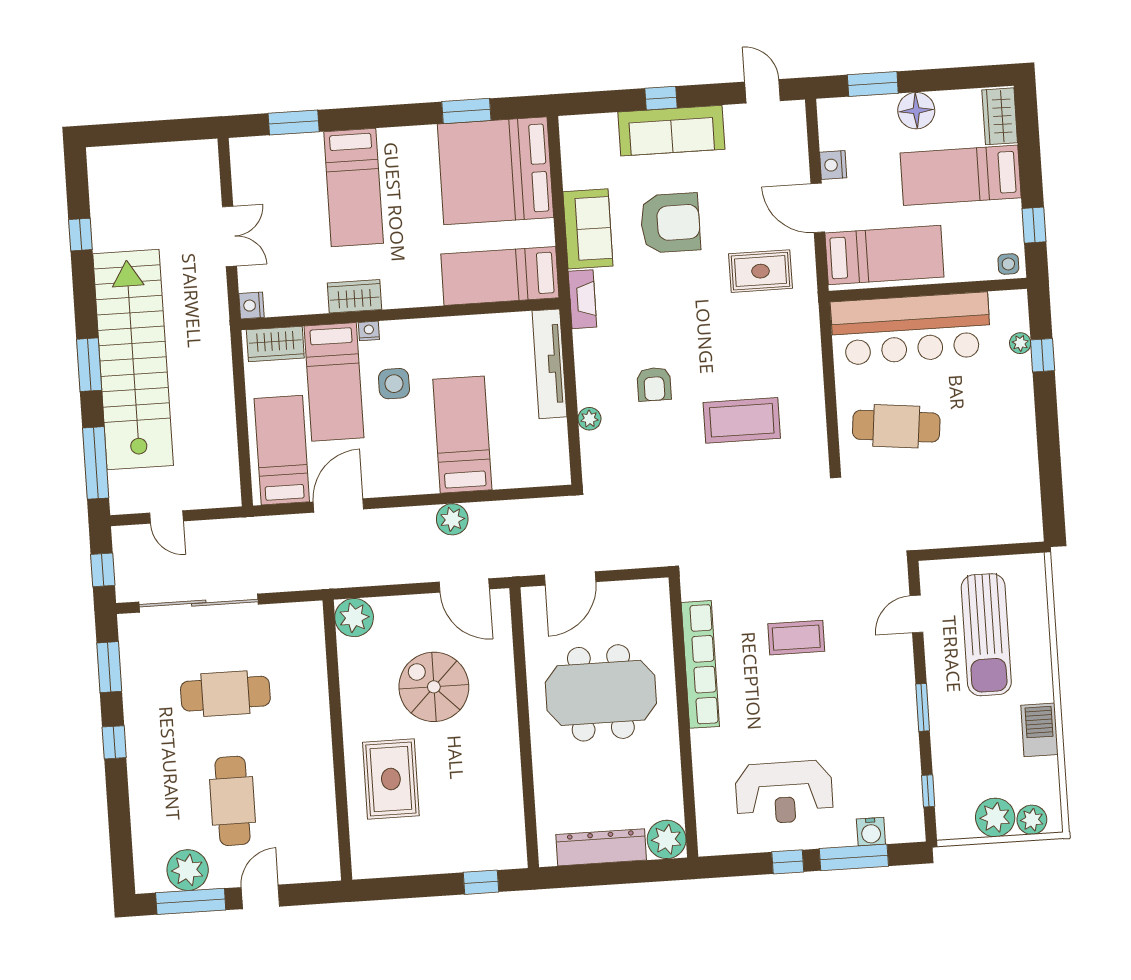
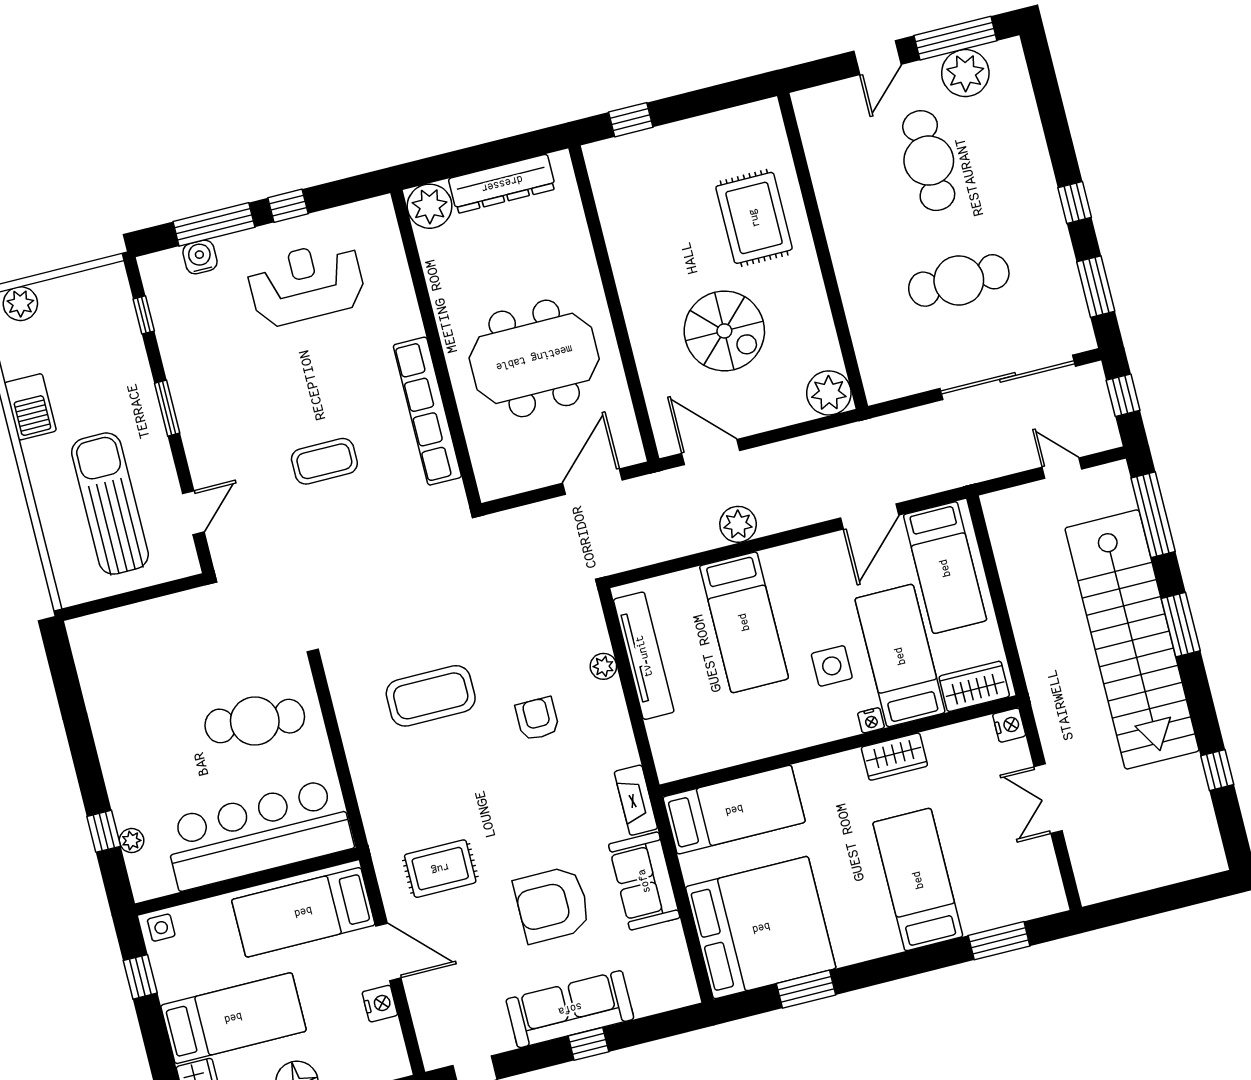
tv unit: (549, 364) -> (644, 656), moved
plant: (995, 817) -> (62, 299), removed

